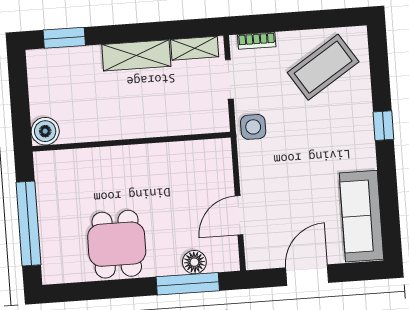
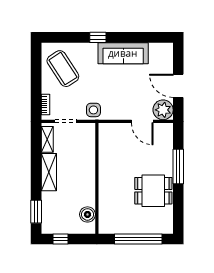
window: (19, 85) -> (61, 239), added
boiler: (45, 131) -> (87, 214), moved
sofa: (361, 216) -> (123, 53), moved
plant: (262, 251) -> (163, 110), added
floor lamp: (194, 262) -> (166, 148), removed
window: (188, 284) -> (178, 167), moved

